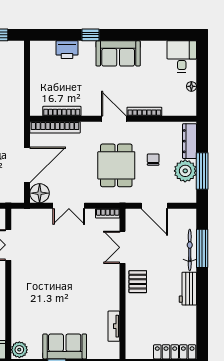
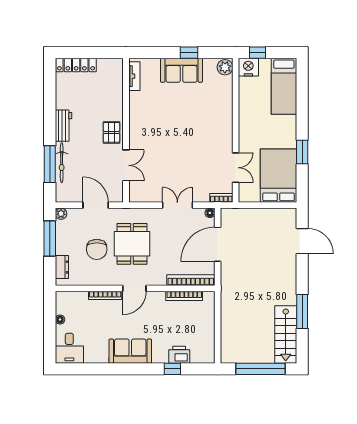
window: (91, 35) -> (172, 369), moved
door: (114, 119) -> (134, 288), hinge flipped
dresser: (190, 141) -> (62, 267), width x0.70
chair: (153, 160) -> (97, 249), width x1.87, depth x1.87
plant: (185, 171) -> (61, 214), moved, width x0.53, depth x0.53
floor lamp: (40, 193) -> (210, 213), width x0.53, depth x0.53
bookcase: (108, 213) -> (221, 198), moved
tv unit: (114, 326) -> (134, 76), moved

